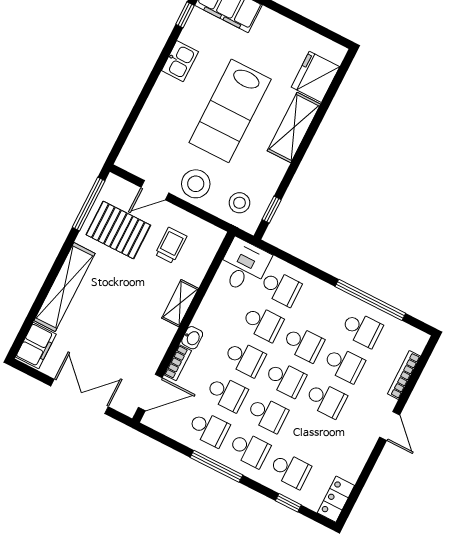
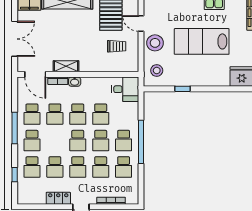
shelving: (294, 127) -> (210, 79), removed
window: (272, 210) -> (183, 89), moved
school desk: (281, 288) -> (124, 141), moved
window: (370, 300) -> (141, 142), moved
shelving: (180, 303) -> (66, 66), moved
school desk: (267, 414) -> (55, 167), moved
locker: (336, 499) -> (58, 198), moved

